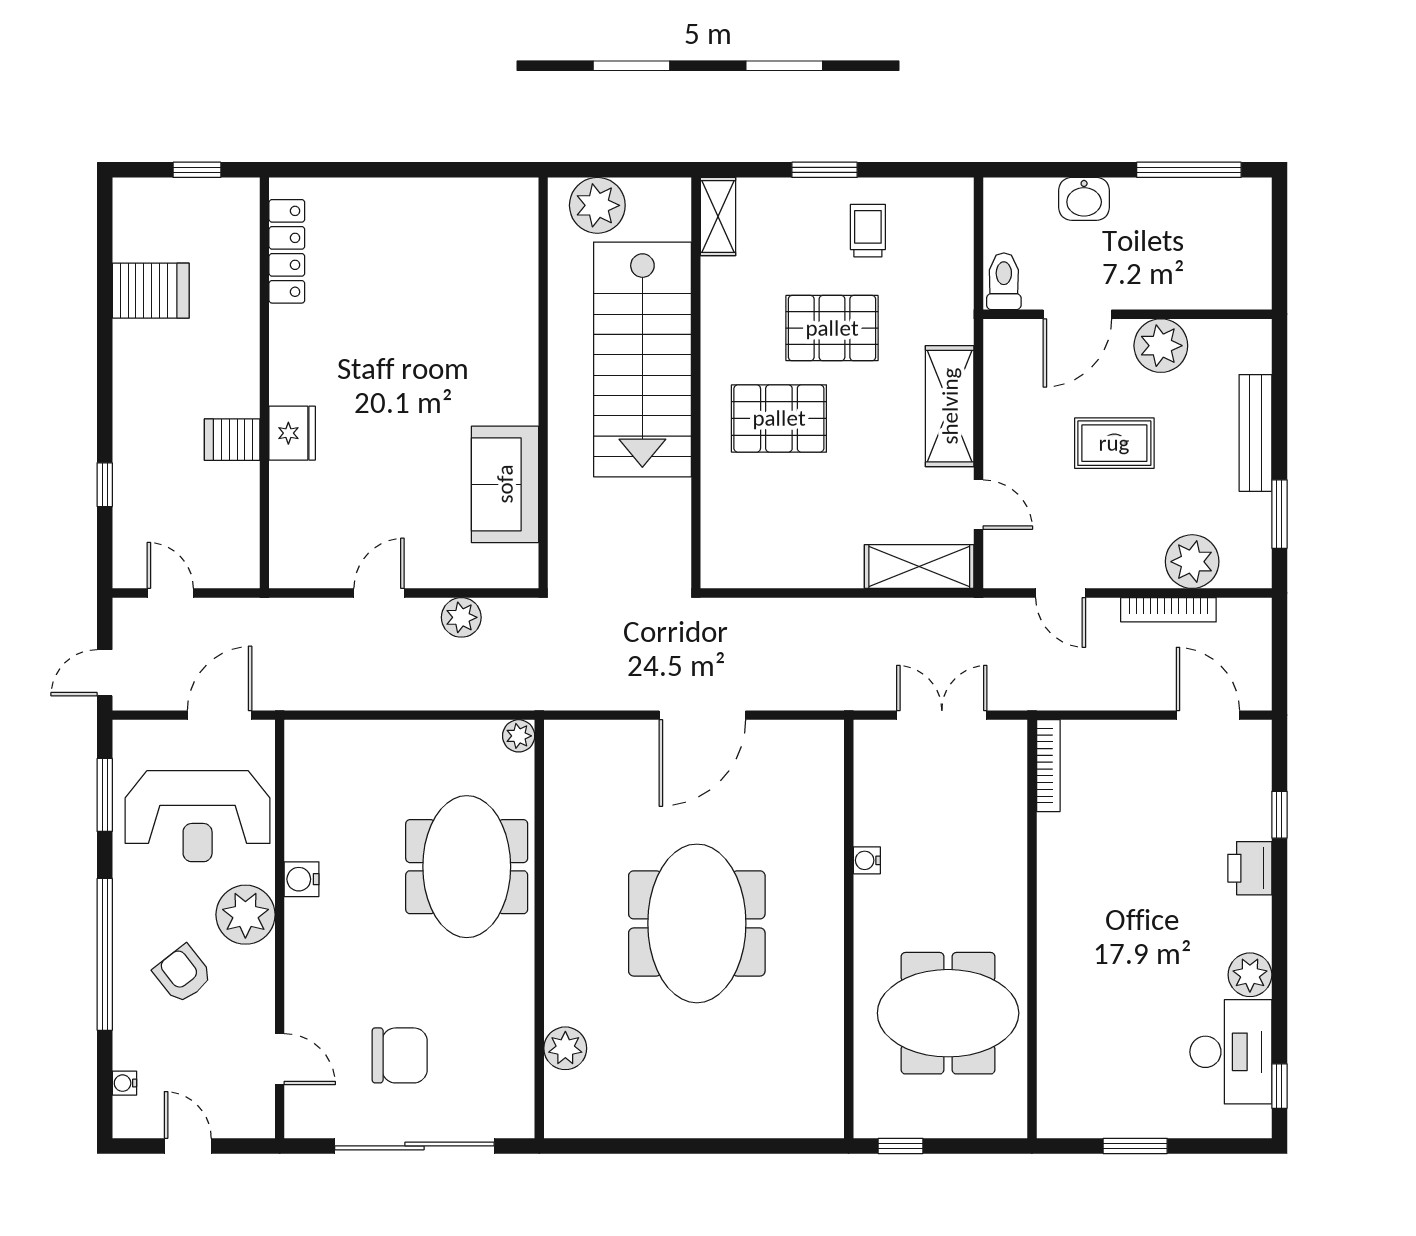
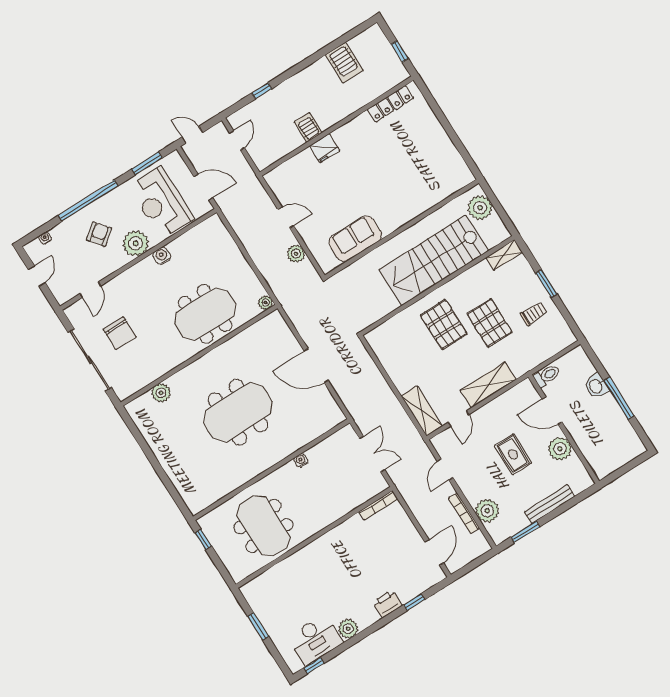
window: (1189, 170) -> (619, 398), moved

